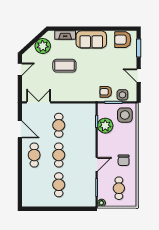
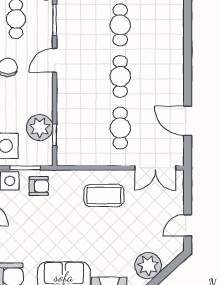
coffee table: (64, 66) -> (104, 195), moved
cafe table: (34, 155) -> (163, 77), removed

